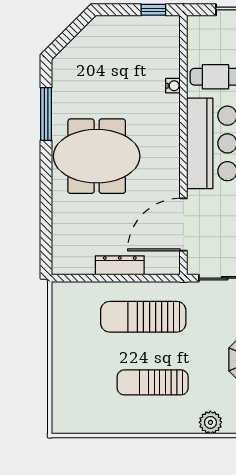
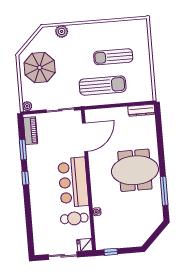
fridge: (200, 27) -> (85, 245), added
dresser: (120, 265) -> (141, 110), moved
sun lounger: (153, 382) -> (113, 57), moved, turned 180

